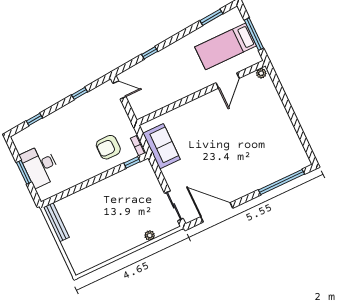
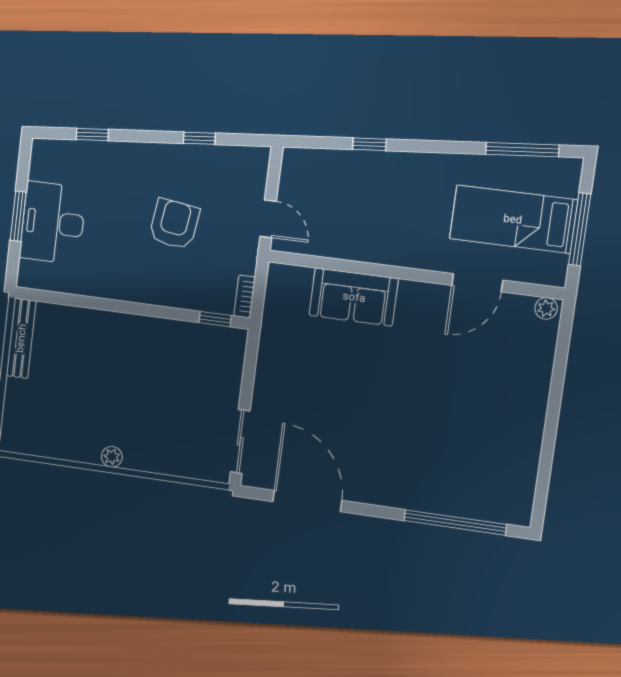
window: (211, 17) -> (522, 150), width x1.44
door: (119, 90) -> (268, 219), moved
sofa: (162, 146) -> (354, 297), moved, turned 90
armchair: (108, 147) -> (174, 224), moved, turned 98
plant: (150, 235) -> (112, 457), moved

